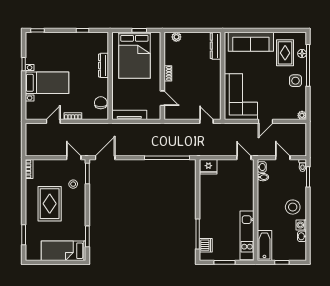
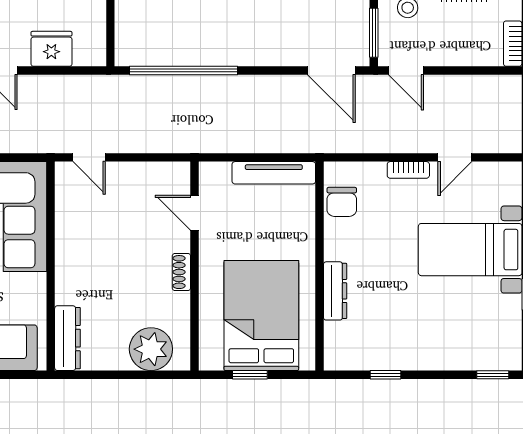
plant: (176, 37) -> (151, 349), width x1.87, depth x1.87
door: (105, 158) -> (331, 71), hinge flipped
fridge: (208, 167) -> (51, 49), moved

